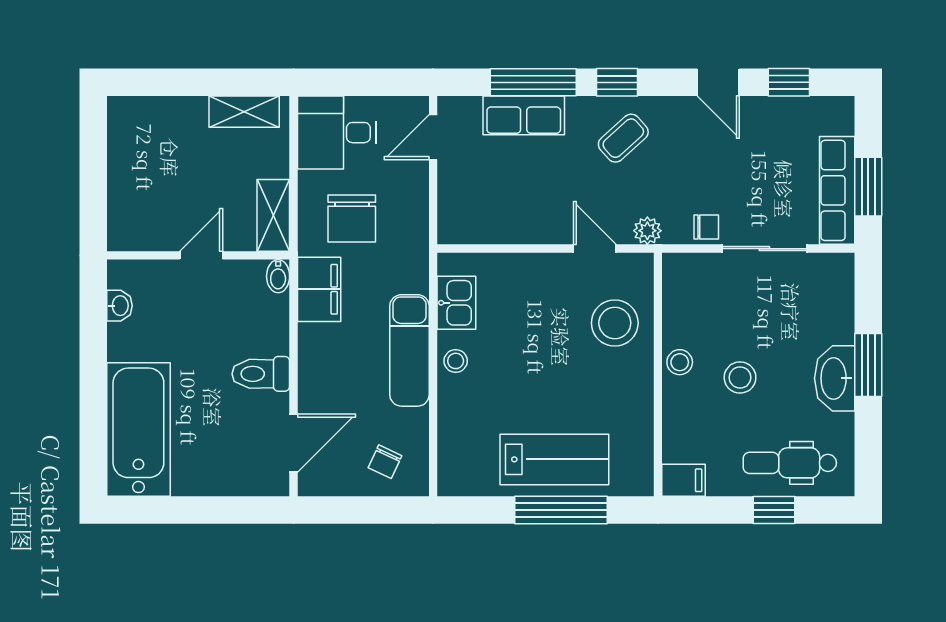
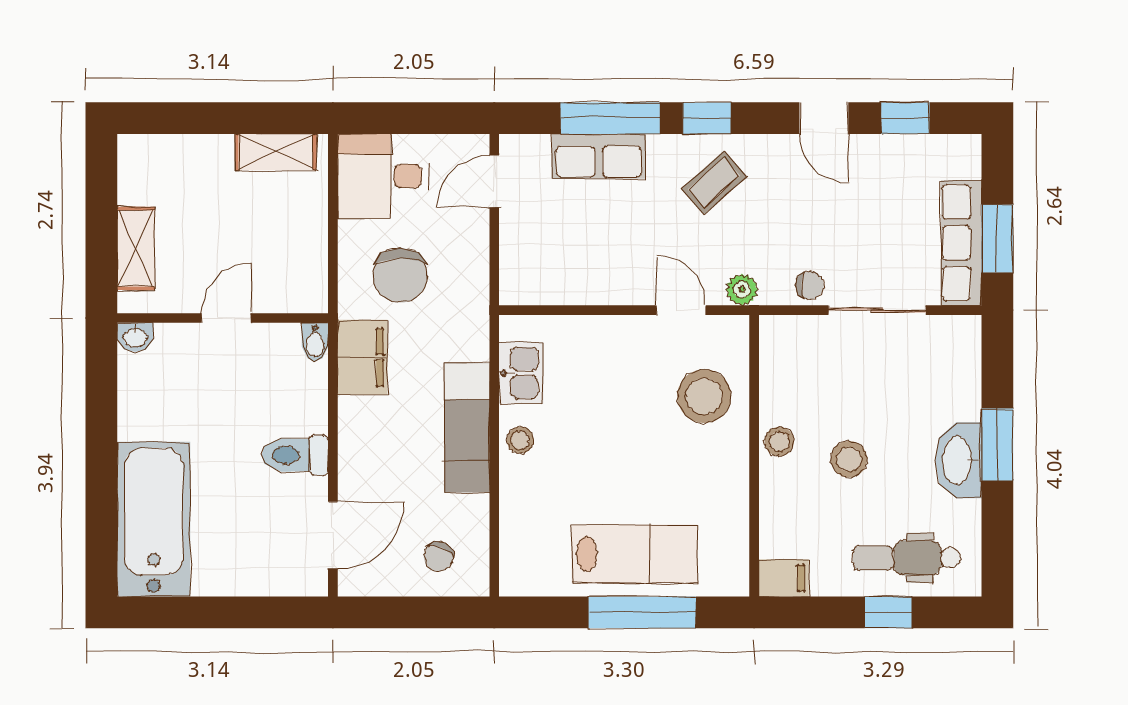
shelving: (273, 215) -> (136, 248), moved
washbasin: (119, 306) -> (135, 337), moved, turned 90

